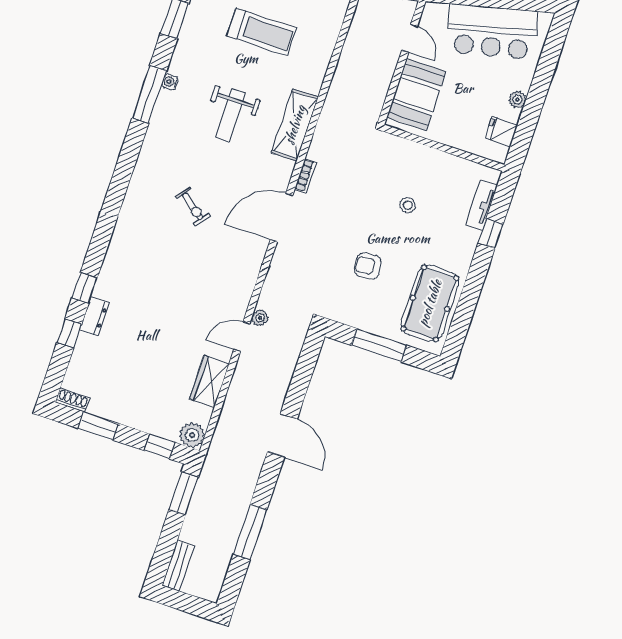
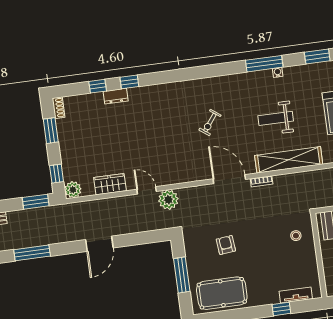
shelving: (295, 125) -> (289, 160), width x1.47
stool: (408, 205) -> (296, 236), moved
plant: (260, 318) -> (168, 200), width x1.88, depth x1.88

